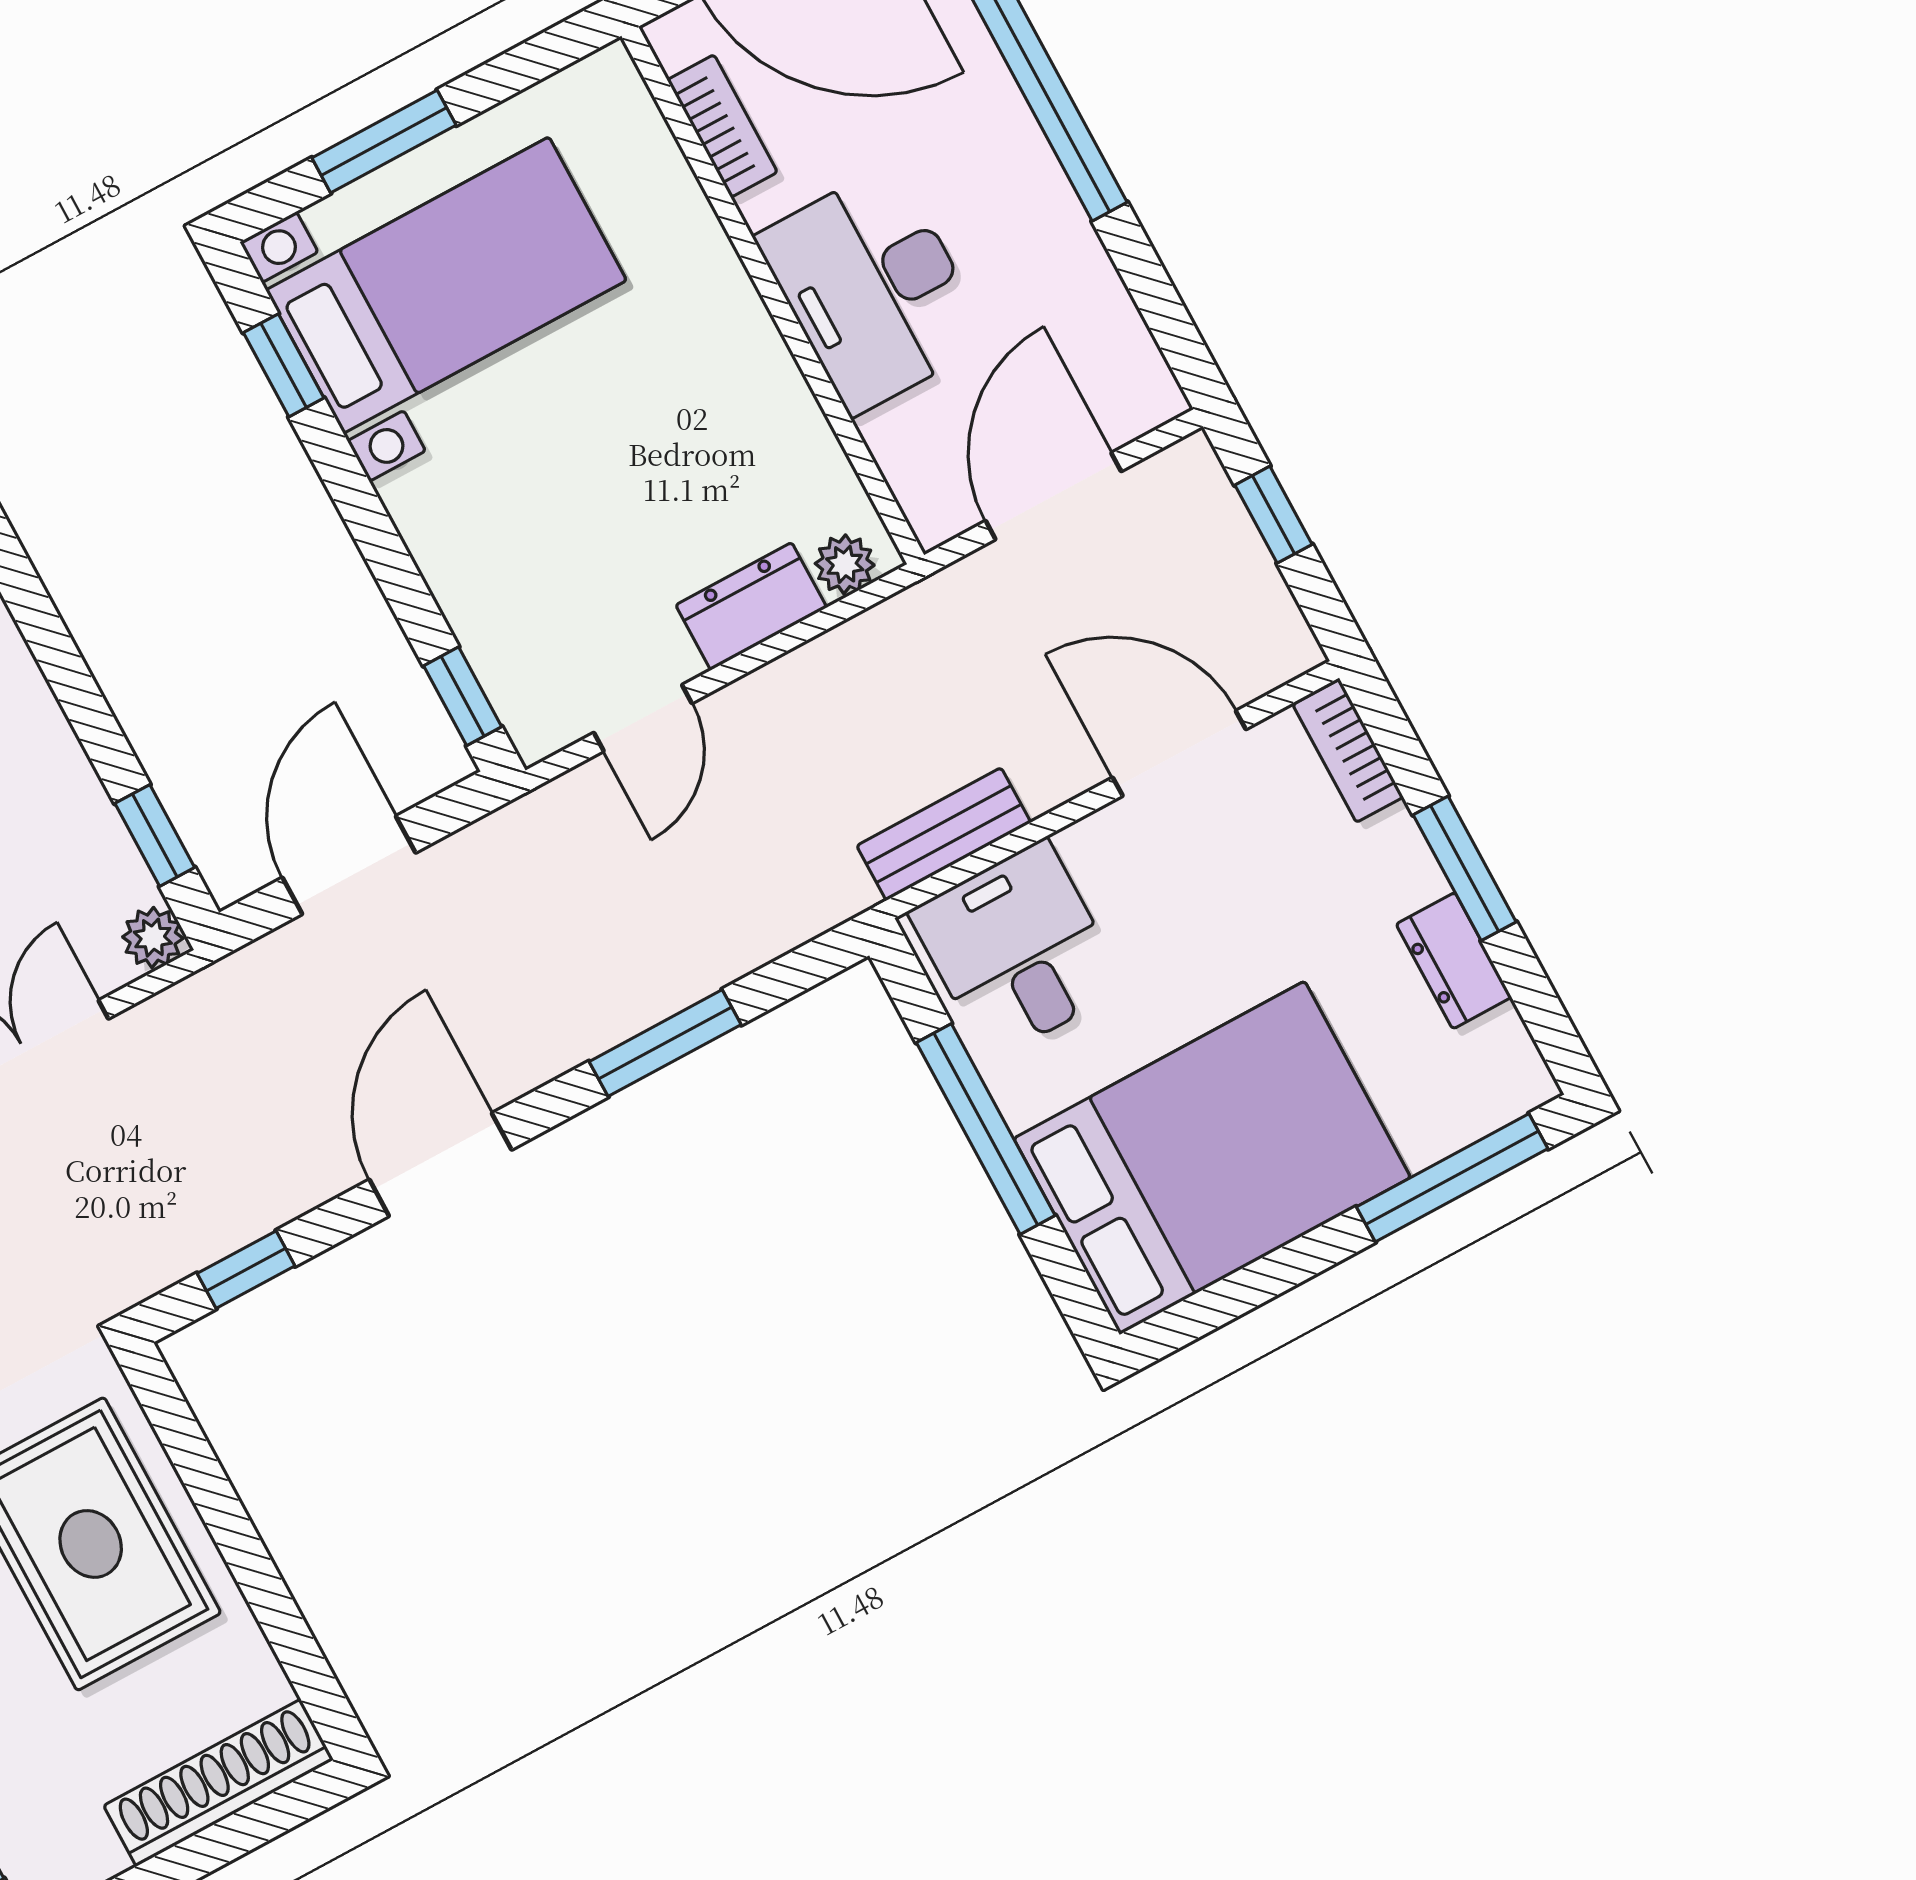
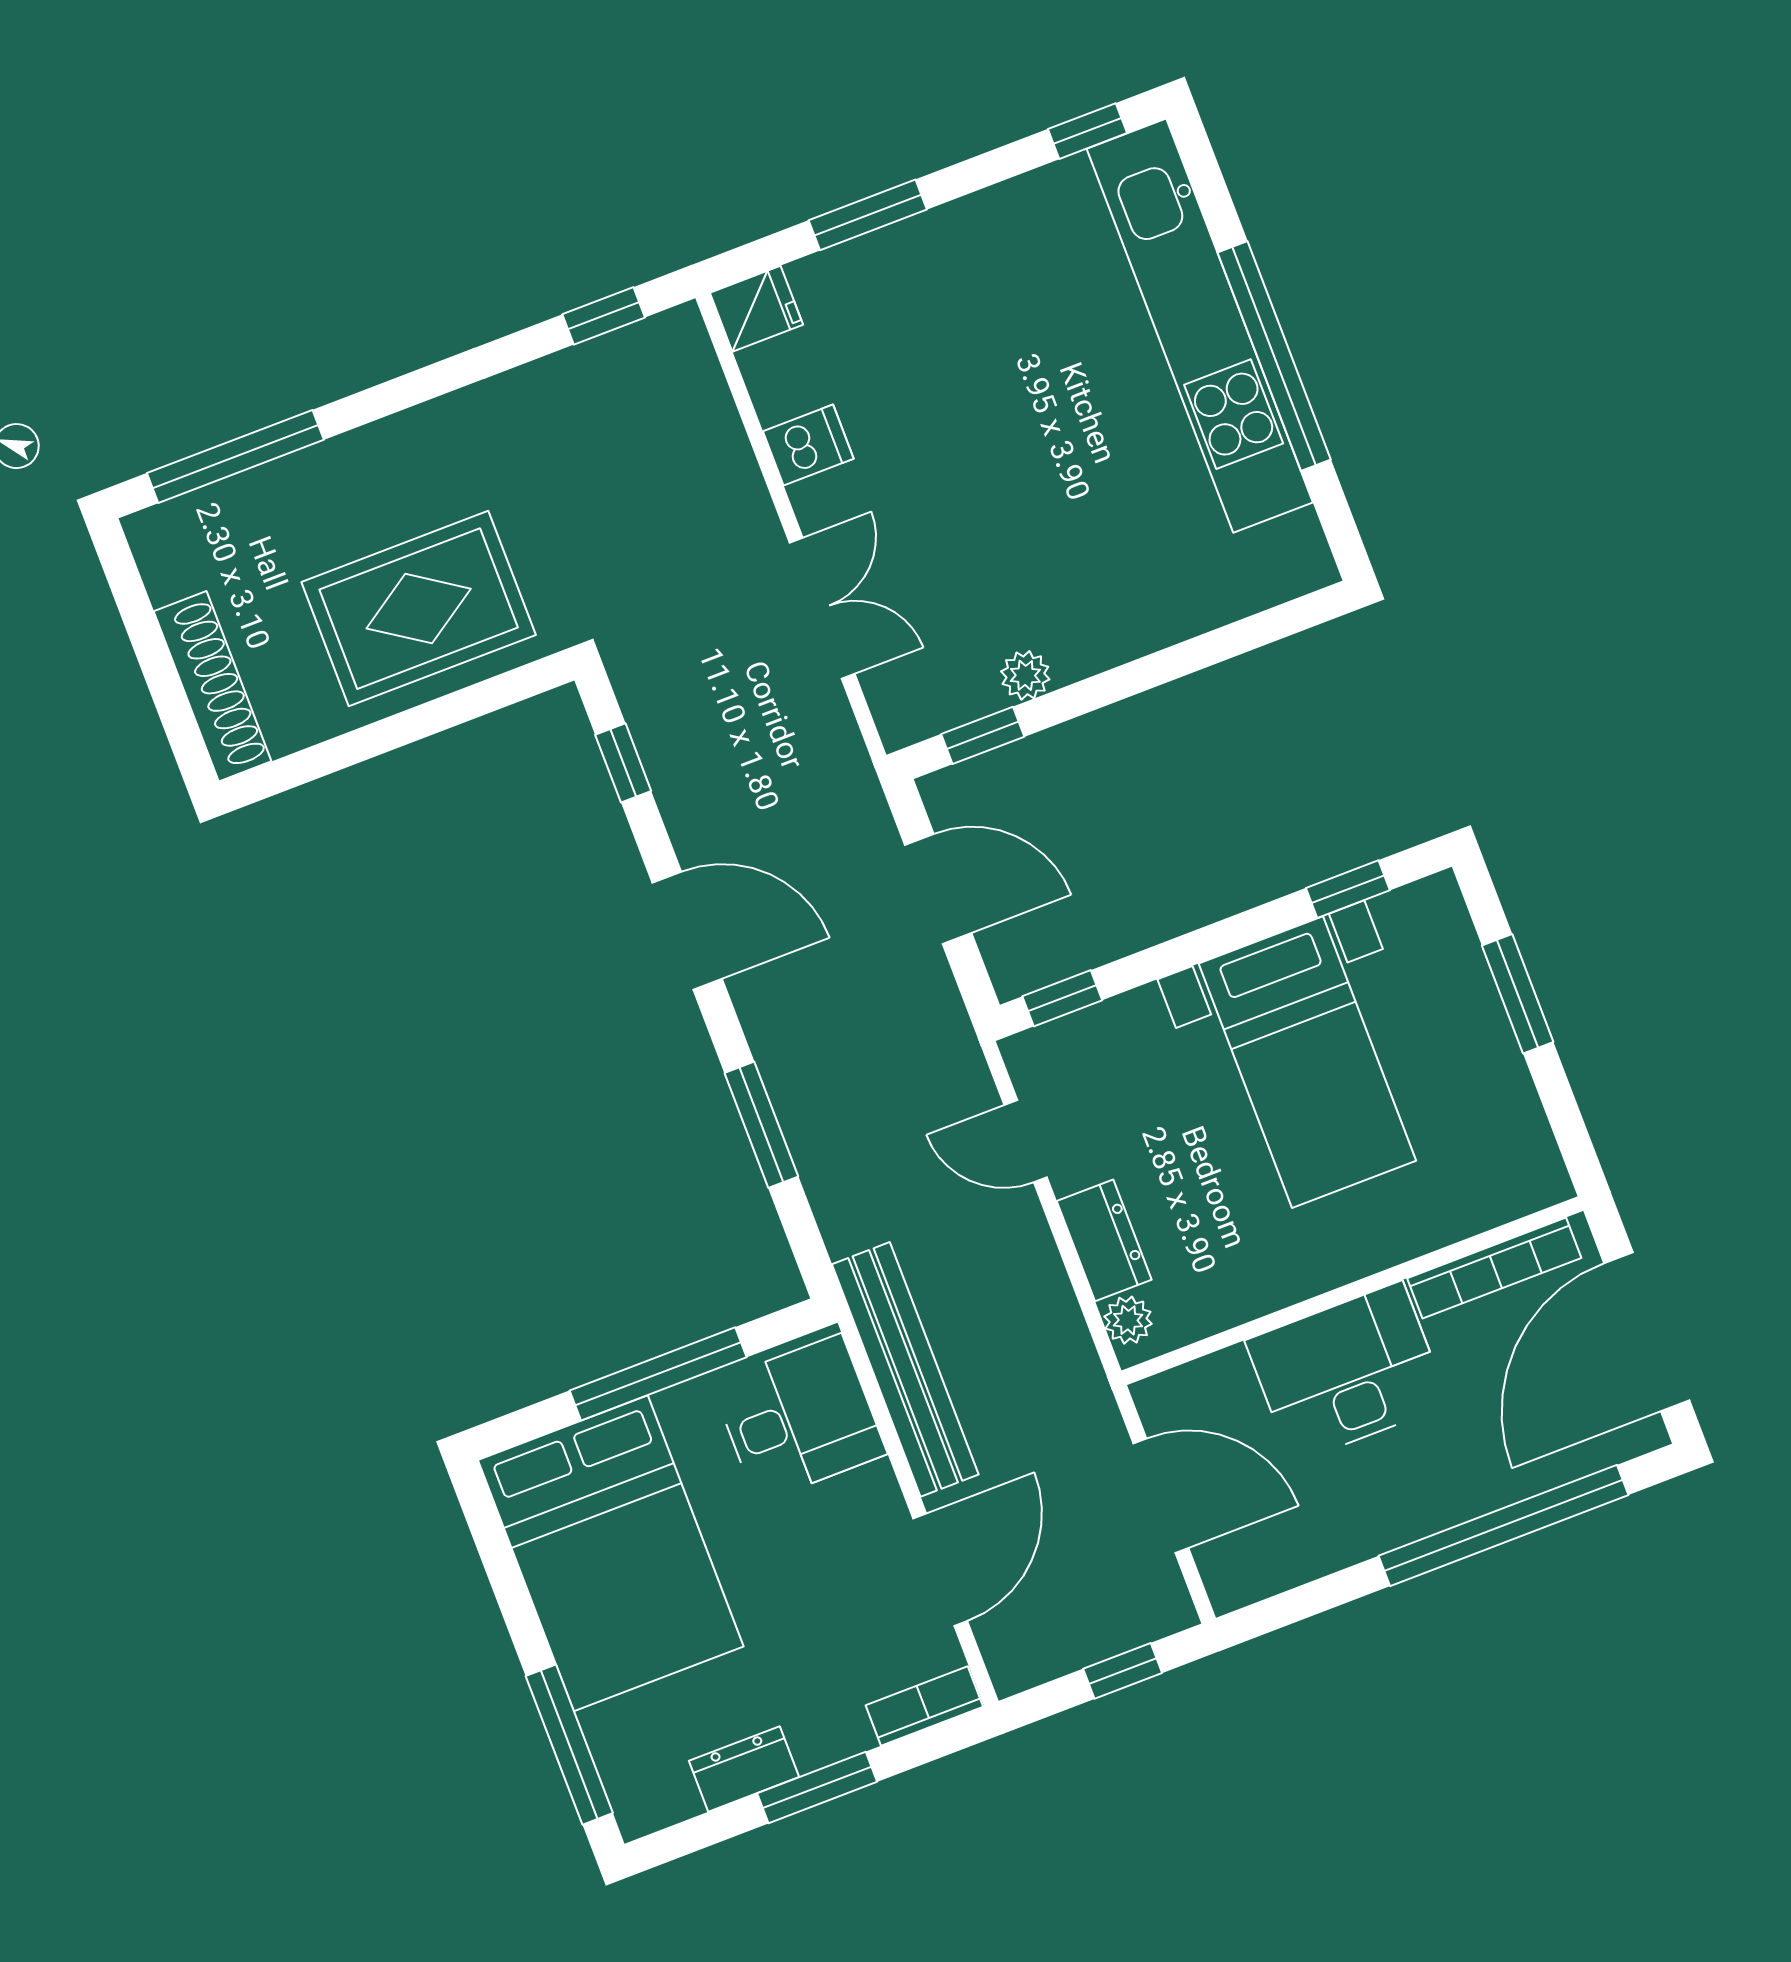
bookcase: (722, 126) -> (1494, 1268), width x1.56
bed with nightstands: (446, 285) -> (1307, 1062), moved
bench: (944, 834) -> (905, 1369), width x1.86, depth x1.21
plant: (153, 938) -> (1025, 675), moved

